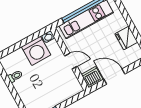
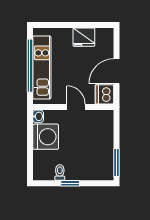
door: (71, 61) -> (76, 107), hinge flipped
window: (12, 88) -> (70, 183), added

